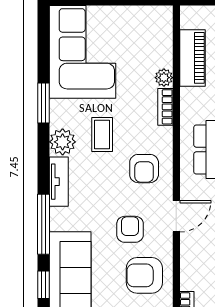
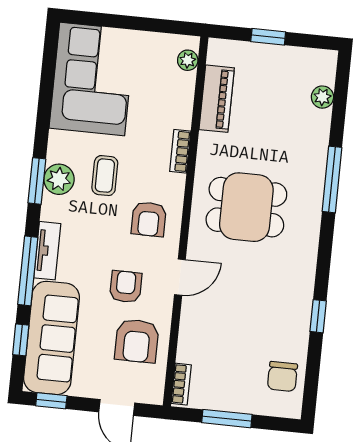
plant: (164, 78) -> (188, 60), moved
window: (43, 103) -> (37, 181), moved
tv unit: (59, 182) -> (47, 251), moved
armchair: (144, 275) -> (137, 341), turned -90

